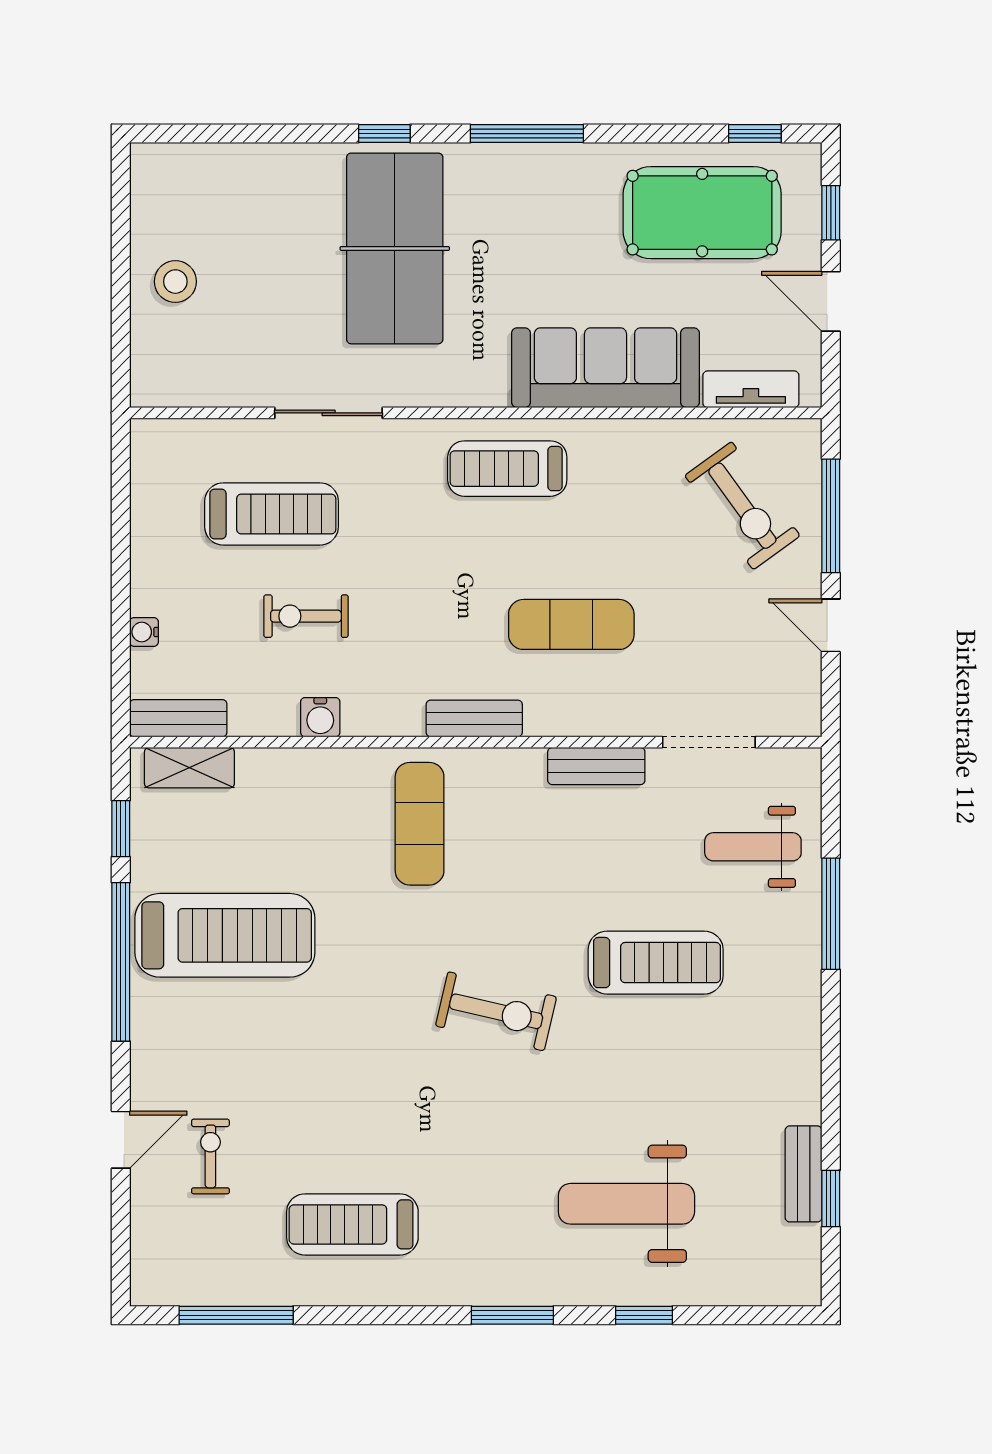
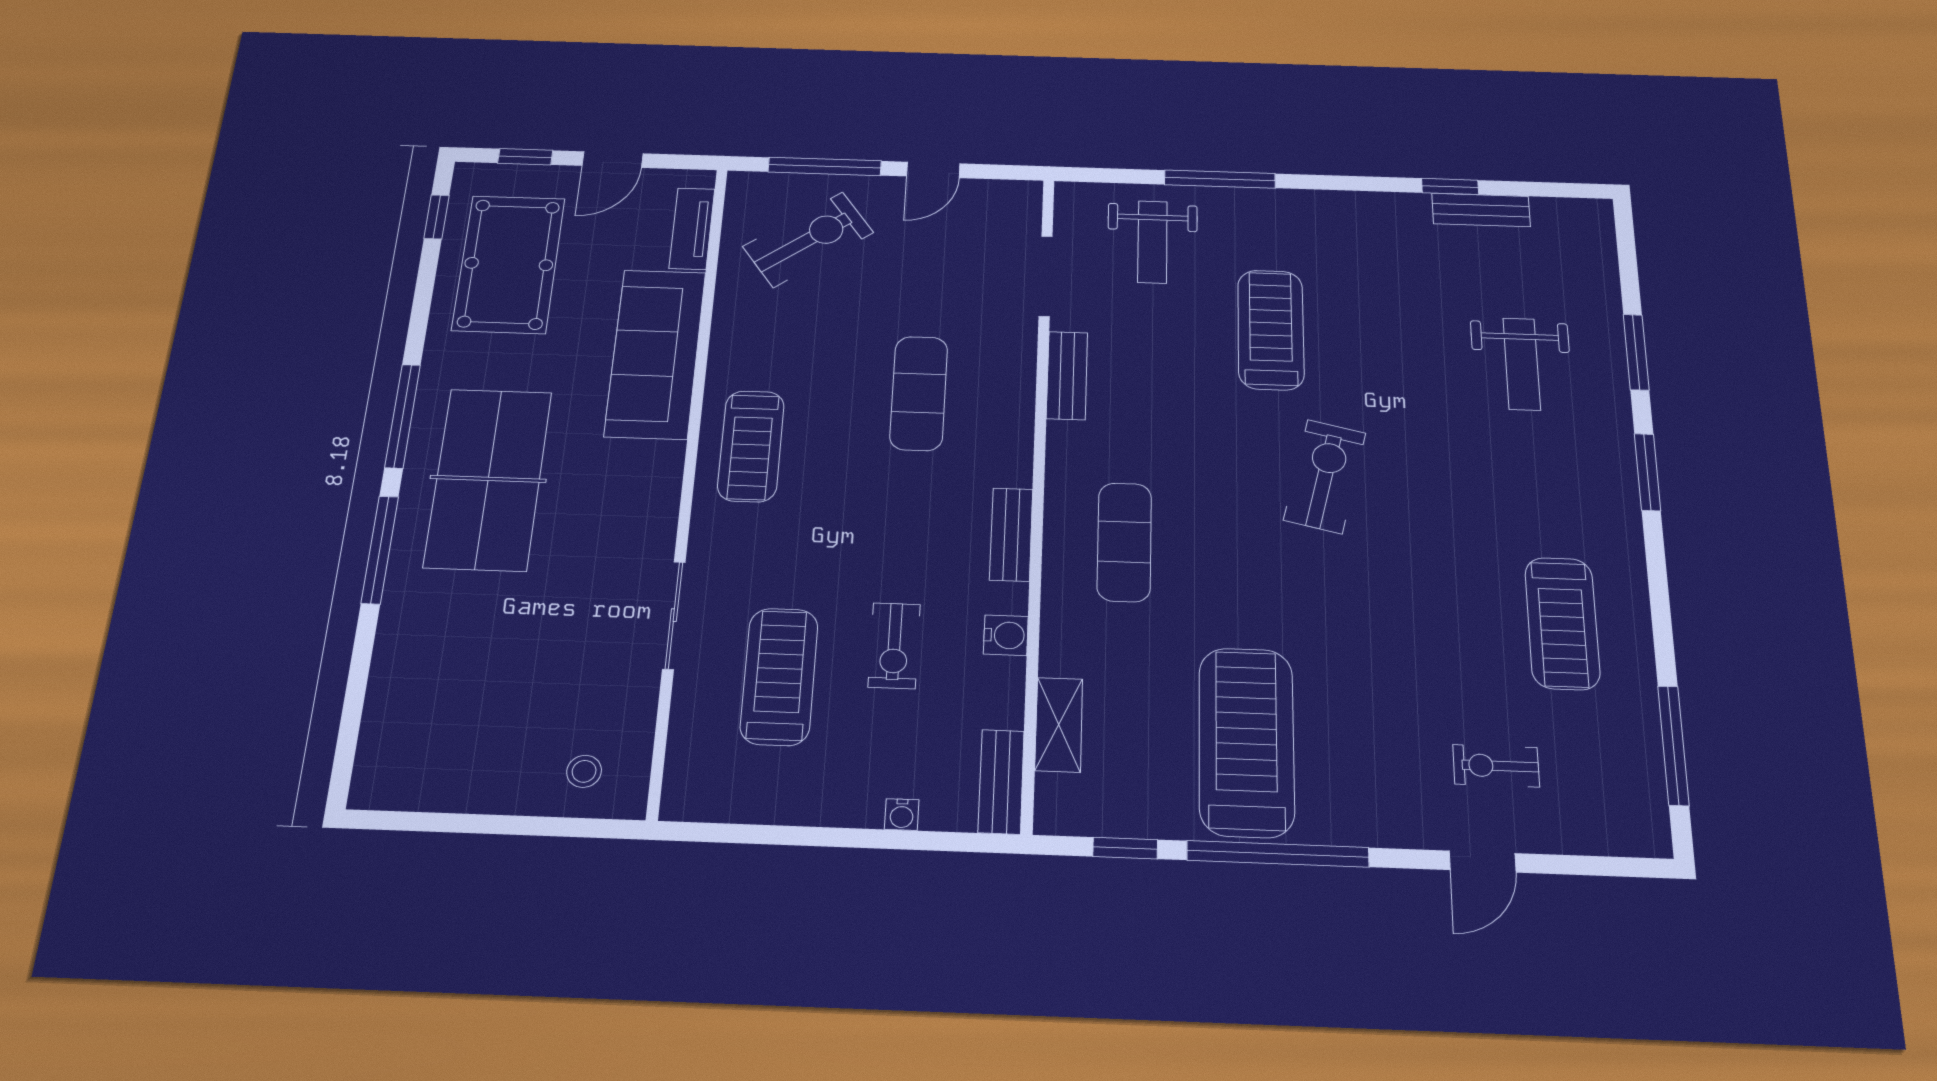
window: (384, 134) -> (380, 550), width x2.17
table tennis table: (395, 248) -> (488, 479), moved, turned 90
stool: (175, 282) -> (584, 771), moved, width x0.73, depth x0.73
bench: (474, 718) -> (1011, 534), moved
shelving: (189, 768) -> (1059, 725), moved
exercise mat: (420, 824) -> (1124, 542), turned 90
door: (121, 1140) -> (1483, 862), swing flipped
window: (831, 1199) -> (1450, 186), moved
weight bench: (626, 1204) -> (1522, 364), width x0.73, depth x0.75
window: (644, 1315) -> (1636, 352), width x1.50

